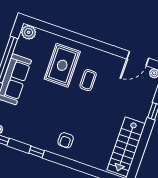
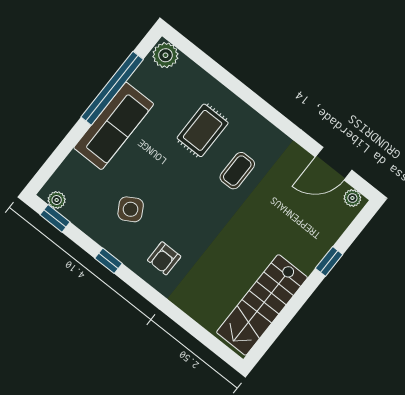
rug: (62, 65) -> (203, 130), width x0.73, depth x0.70
side table: (39, 120) -> (131, 209), added

